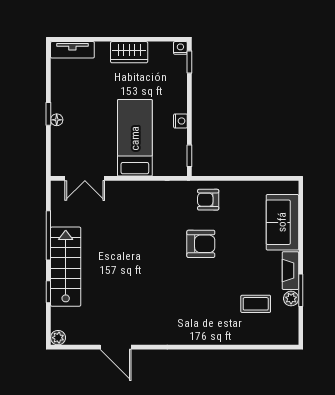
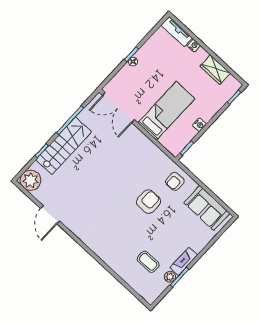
nightstand: (180, 48) -> (194, 46), moved
wardrobe: (129, 52) -> (215, 70), moved
double door: (85, 178) -> (119, 108), width x1.37
armchair: (208, 200) -> (175, 181), turned -90
sofa: (282, 222) -> (207, 208), moved, turned -90
armchair: (201, 244) -> (149, 202), turned -90
plant: (58, 338) -> (31, 180), width x1.88, depth x1.88

